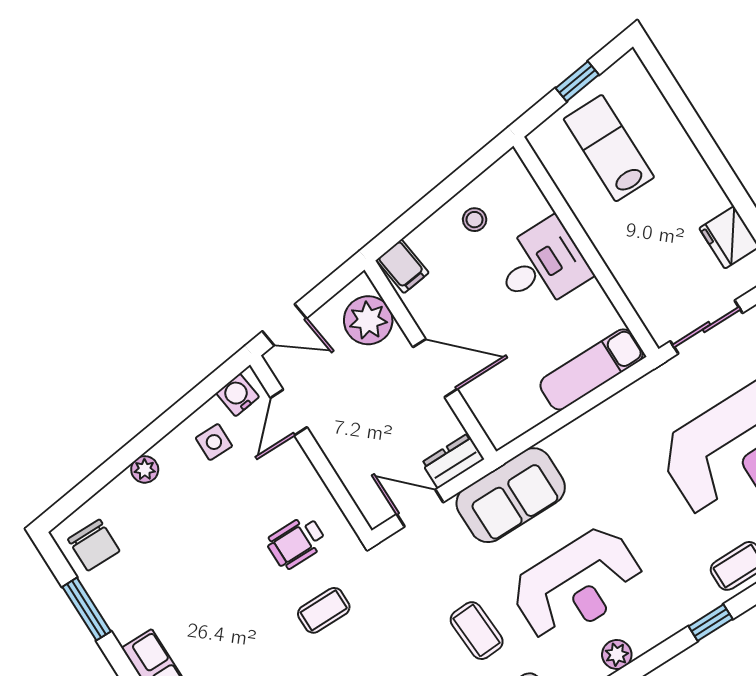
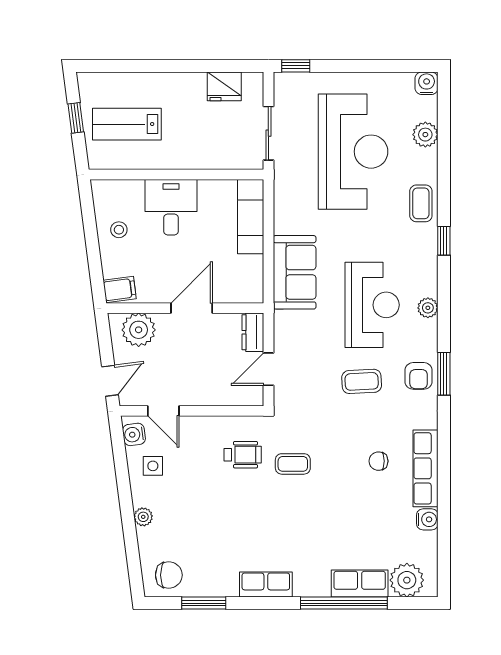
sofa: (511, 495) -> (295, 272), moved
wheelchair: (296, 542) -> (243, 455), turned -90
coffee table: (324, 610) -> (293, 464), turned 90

